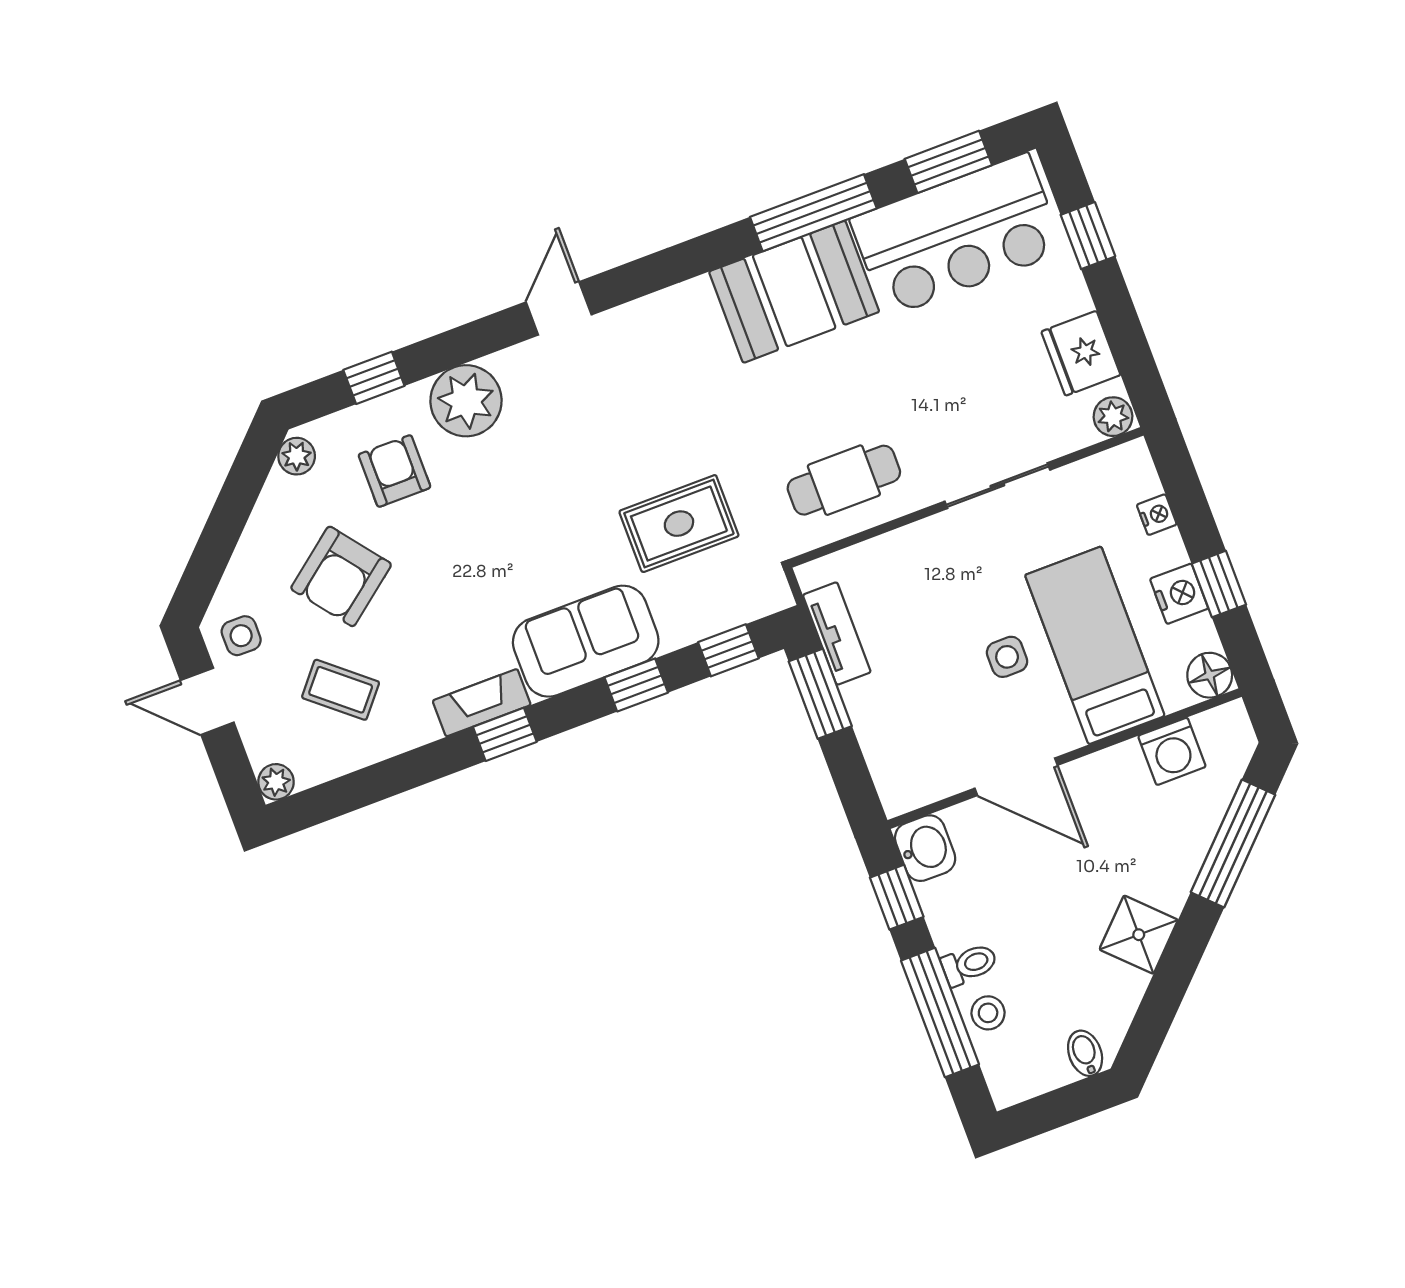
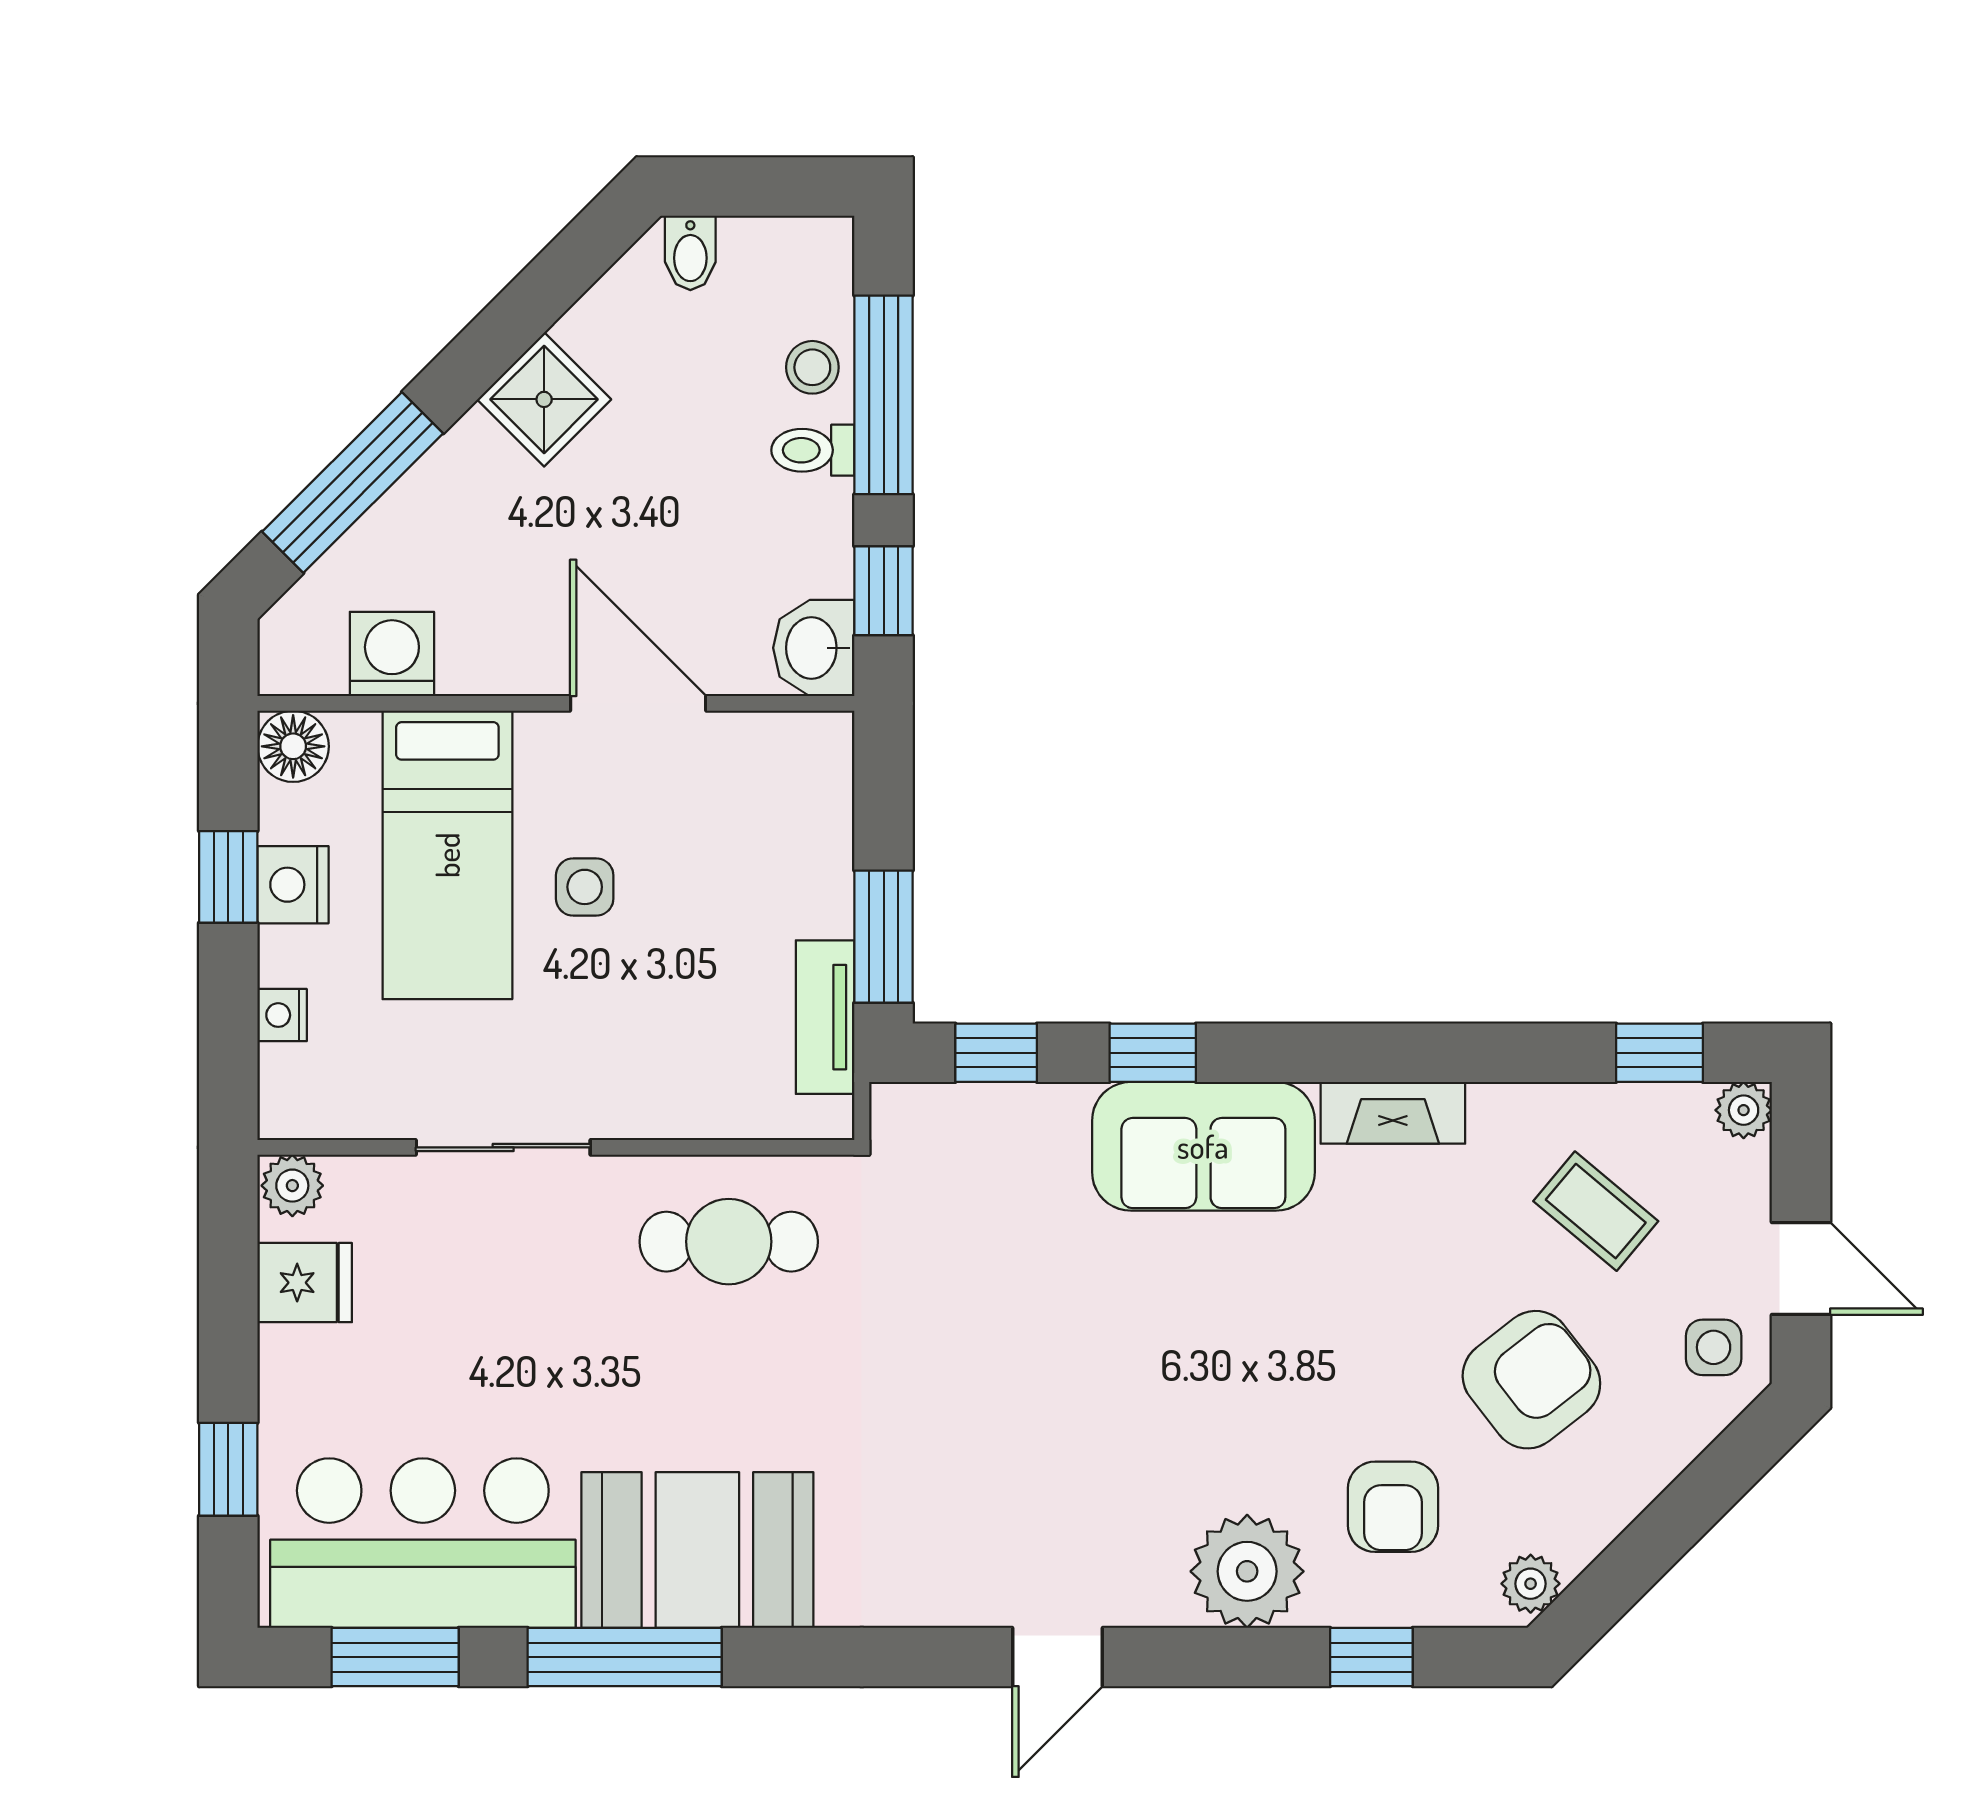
fridge: (1081, 353) -> (305, 1283), width x0.72
rug: (679, 524) -> (999, 1269), removed
window: (505, 734) -> (1659, 1053), moved

